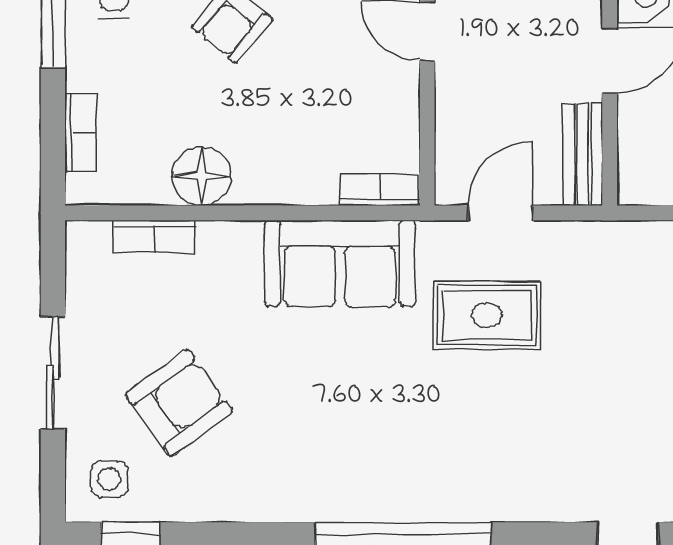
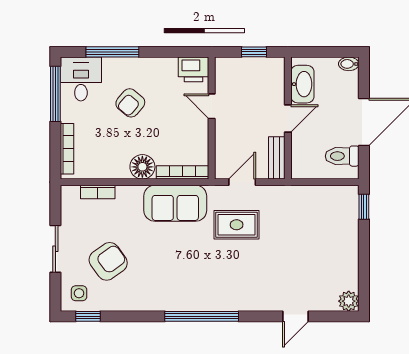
bookcase: (80, 133) -> (67, 149), width x1.56
floor lamp: (202, 176) -> (142, 167), moved
bookcase: (380, 190) -> (183, 172), width x1.56

